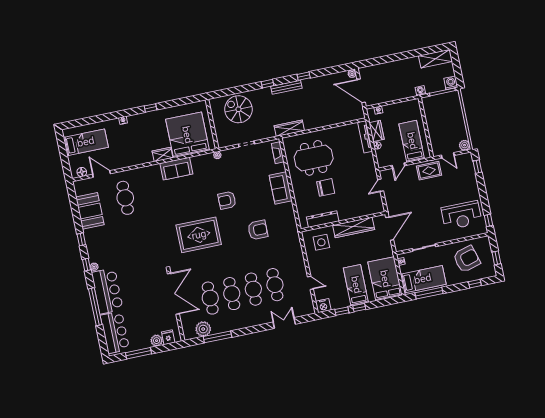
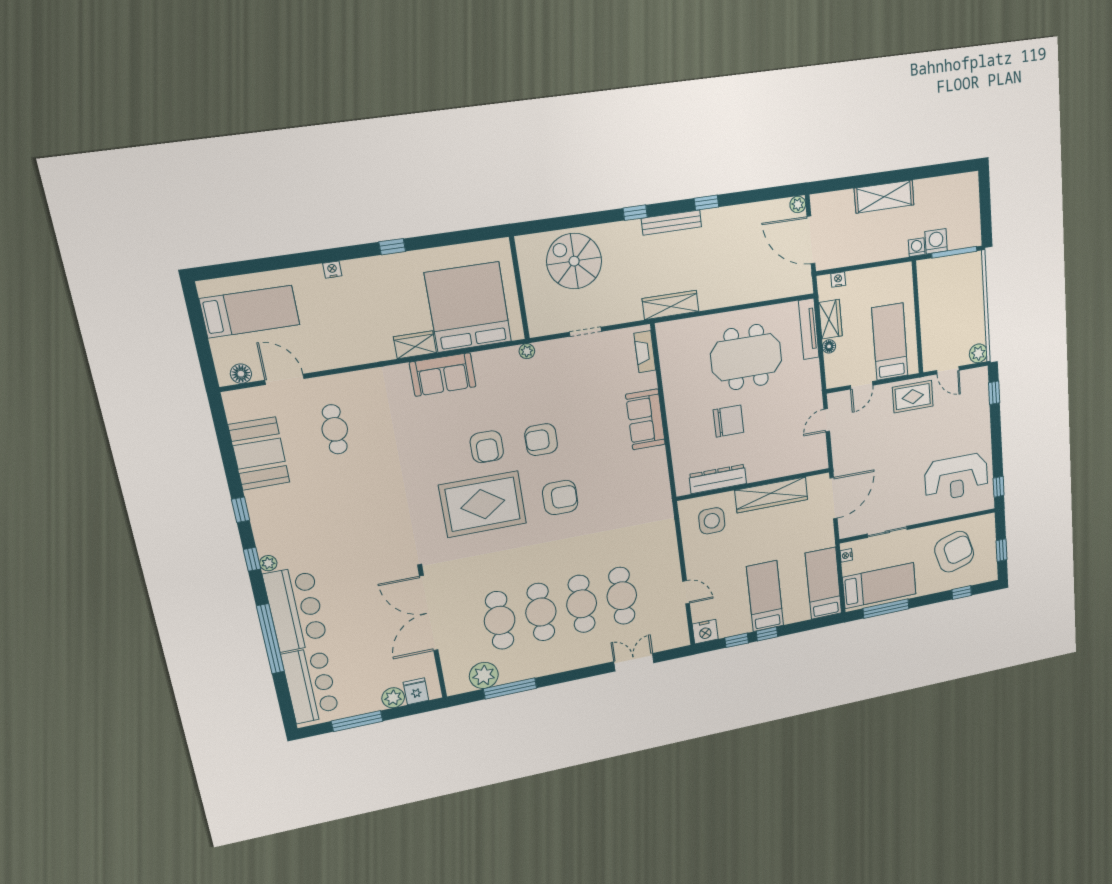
shelving: (436, 59) -> (884, 197), moved
washing machine: (451, 83) -> (936, 241), moved
meeting table: (314, 158) -> (746, 357), moved
cafe table: (125, 198) -> (335, 429), width x0.73, depth x0.74
armchair: (200, 205) -> (487, 447), added
armchair: (258, 230) -> (560, 498), moved
bed: (385, 279) -> (824, 583), width x0.67
double door: (173, 294) -> (429, 613), swing flipped

